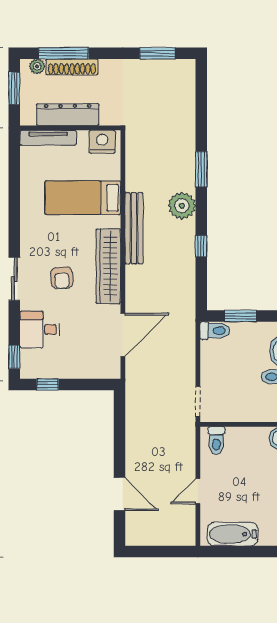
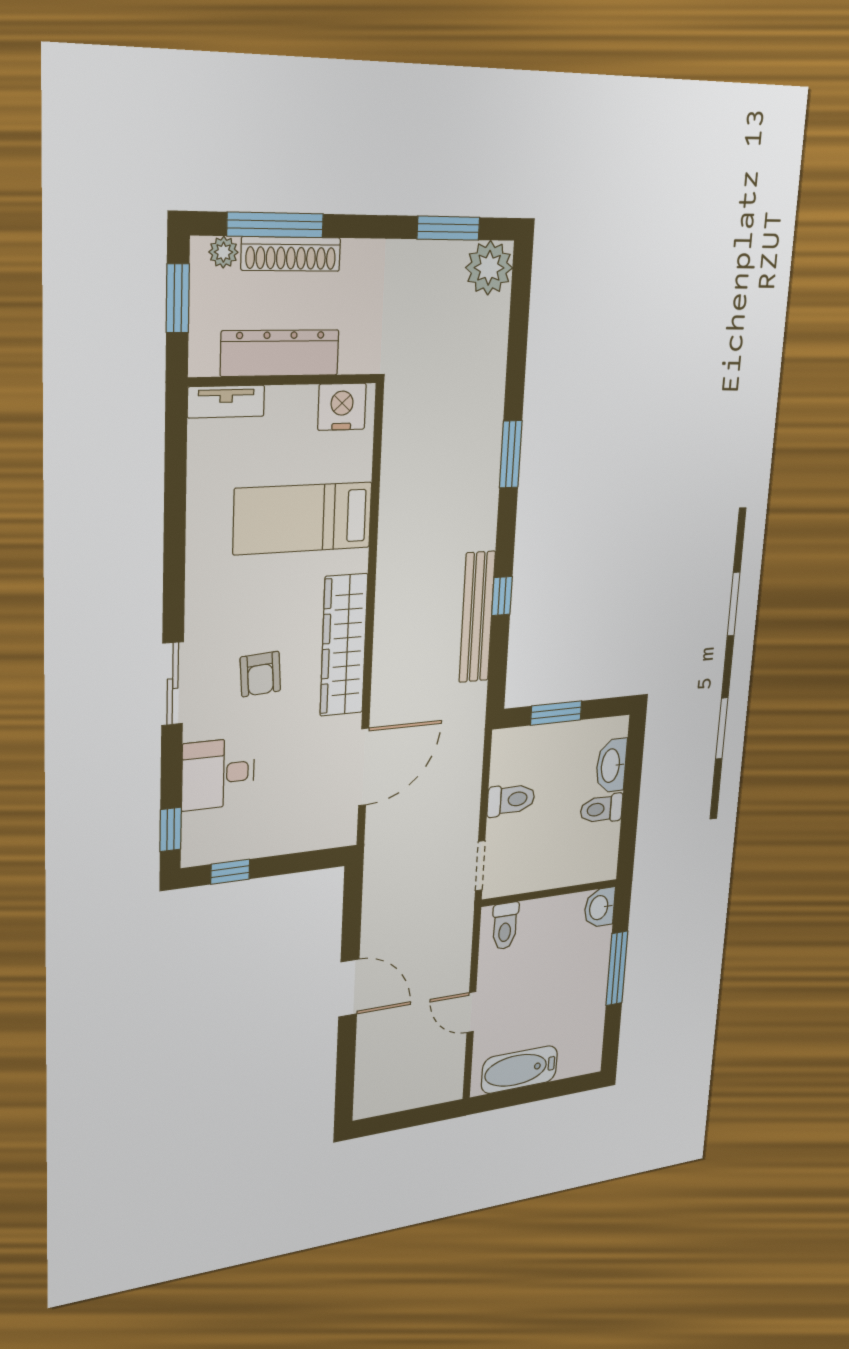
tv unit: (48, 138) -> (226, 402), width x0.71
plant: (182, 206) -> (489, 268), moved
bench: (134, 228) -> (477, 617), moved
toilet: (215, 331) -> (511, 800), moved
door: (198, 491) -> (471, 1012), hinge flipped
door: (119, 494) -> (349, 988), moved

